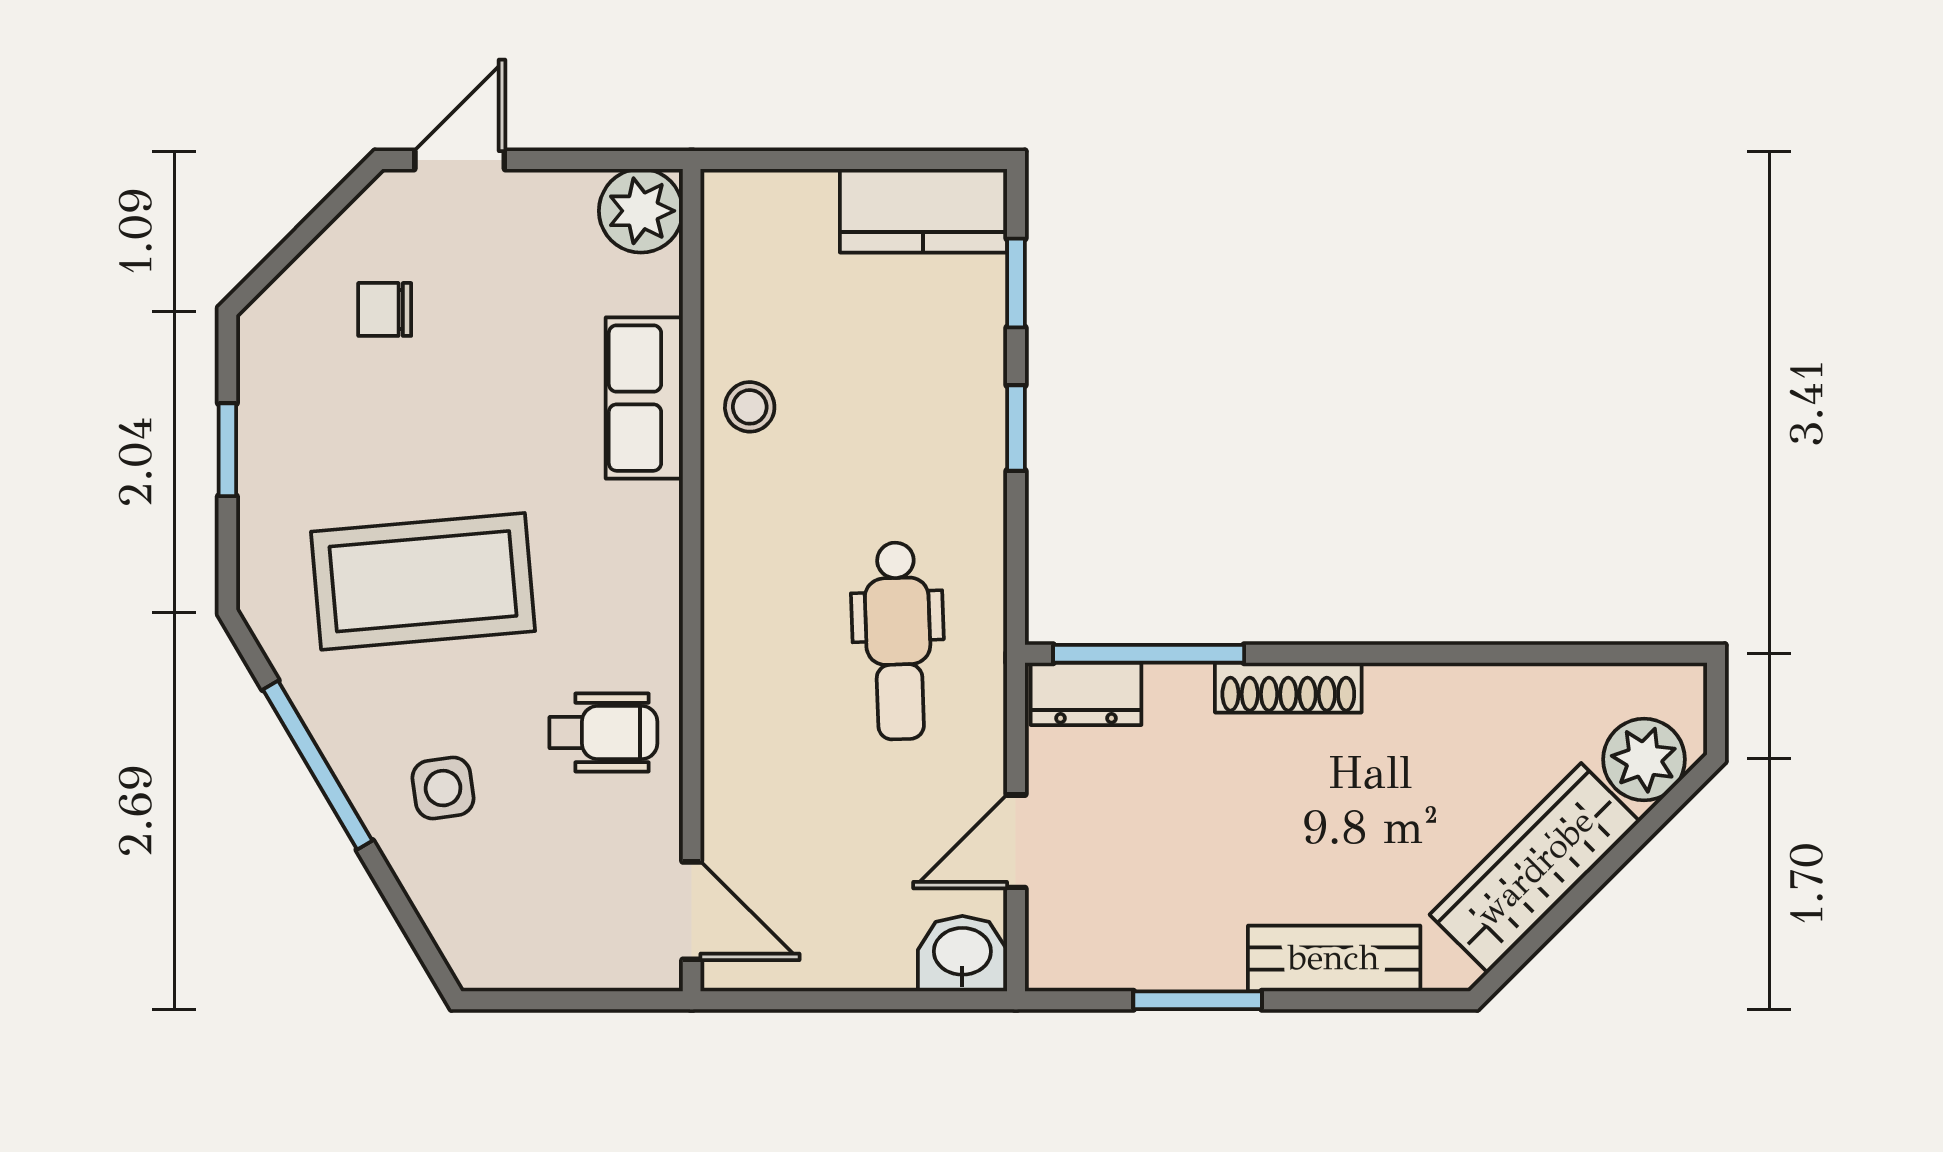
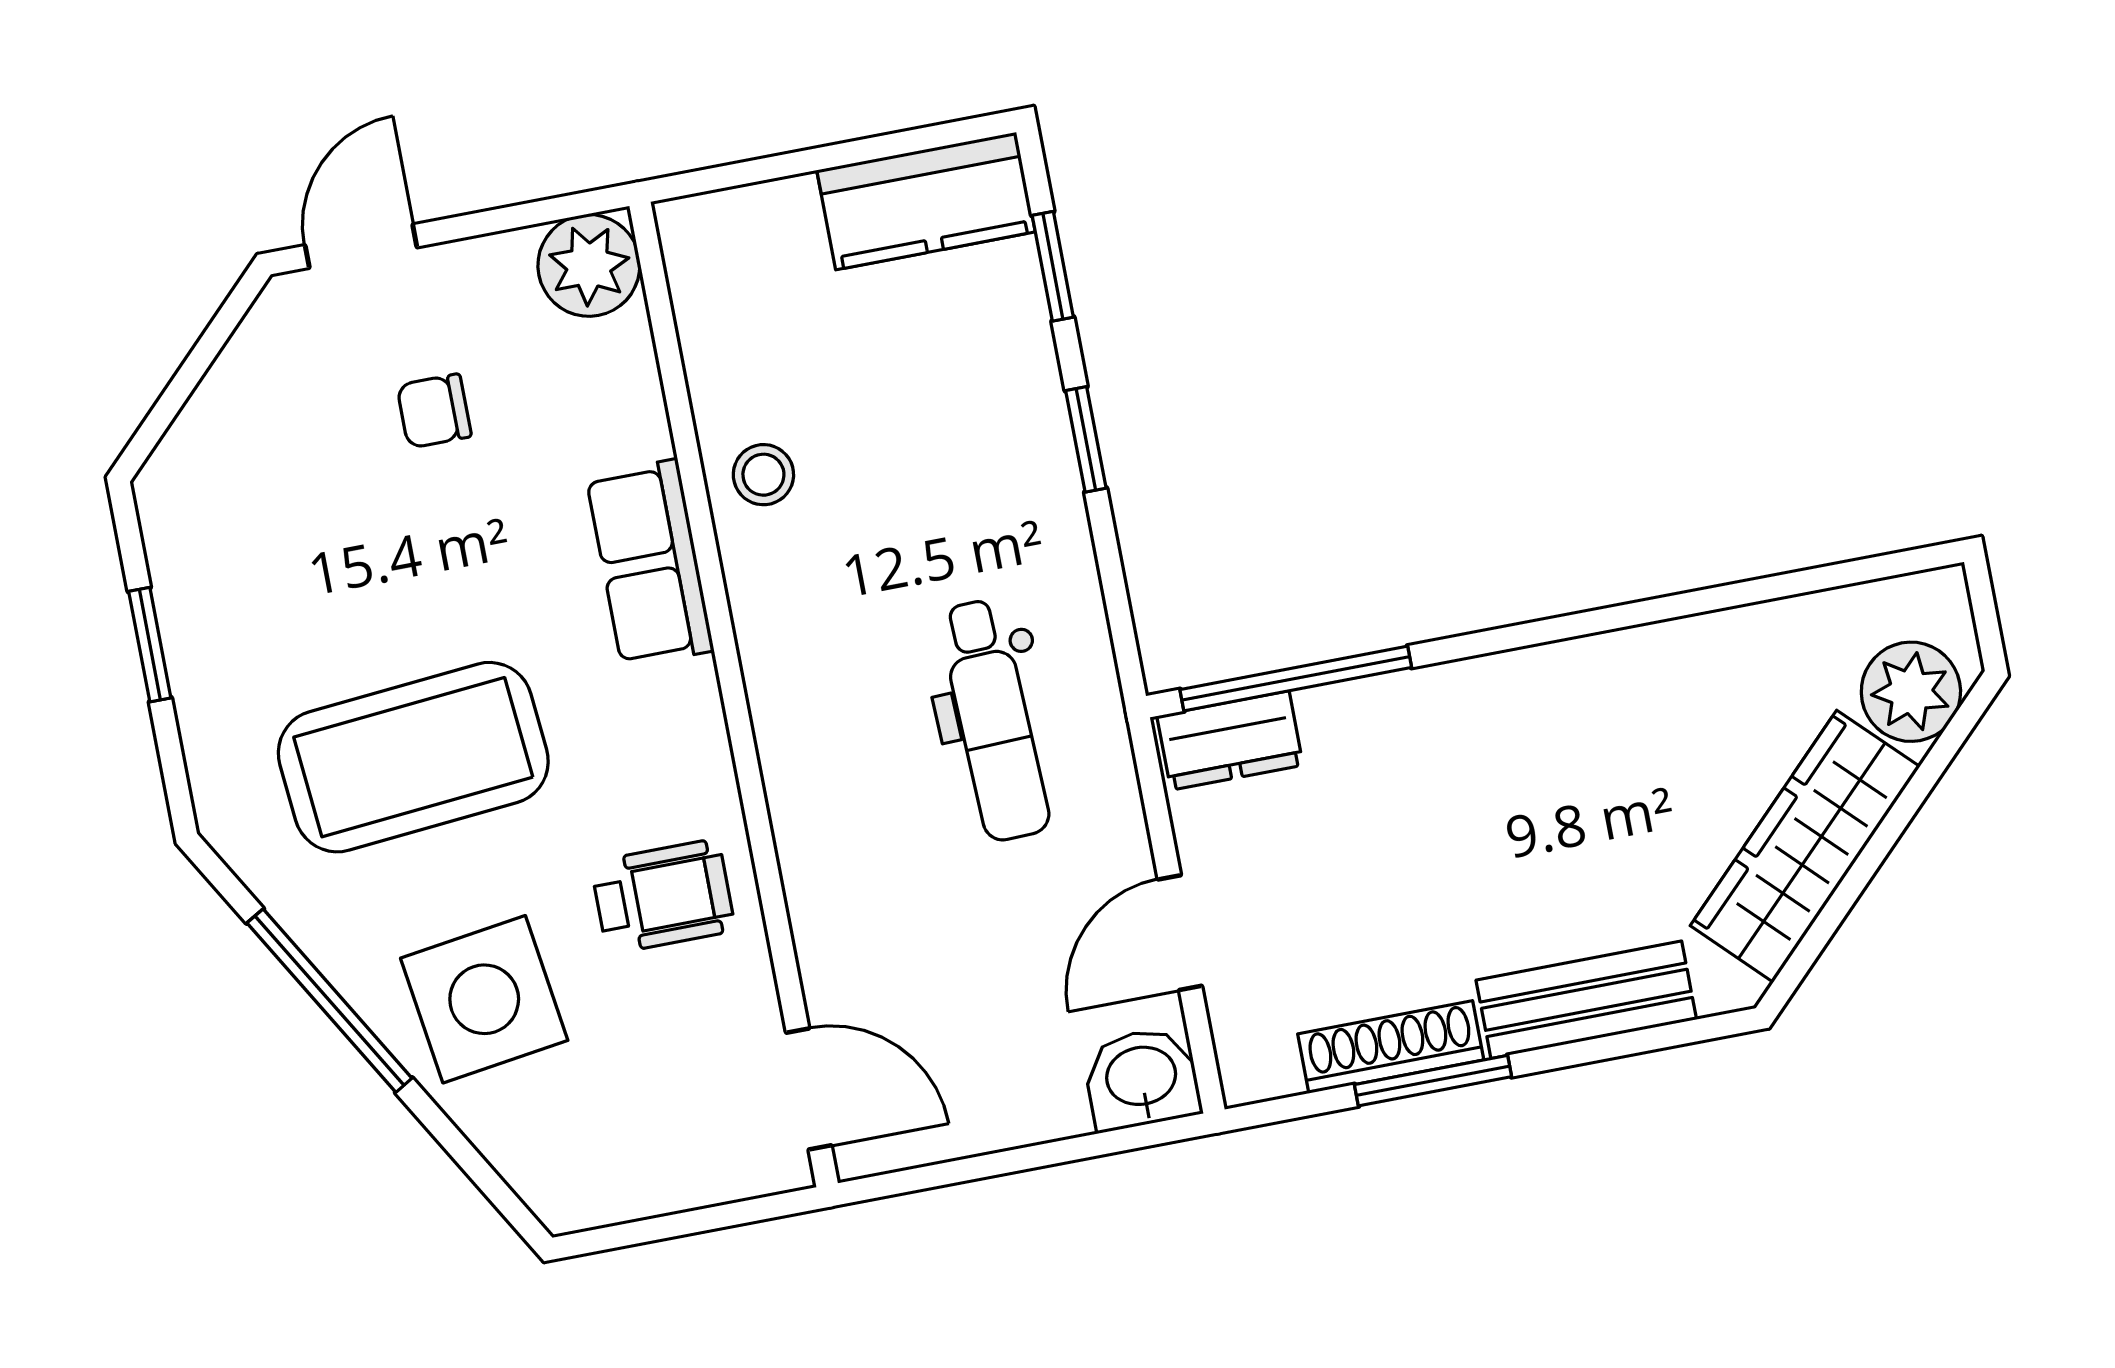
chair: (385, 309) -> (434, 411), moved
row of seats: (644, 398) -> (650, 563), moved
shoe rack: (1288, 688) -> (1391, 1047), moved, turned 180
side table: (443, 788) -> (484, 999), width x1.87, depth x1.87

